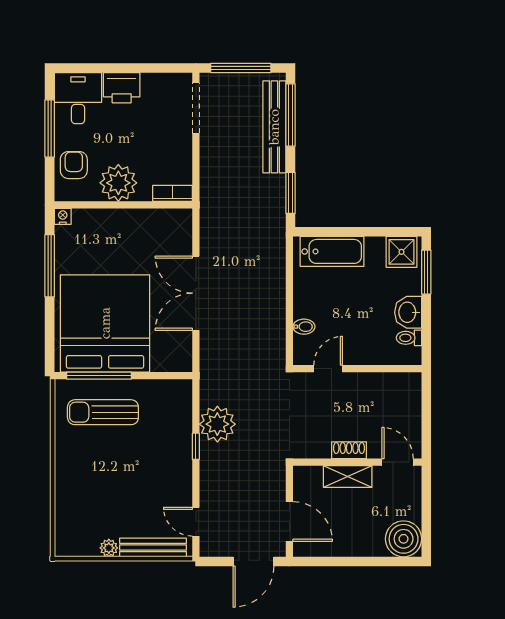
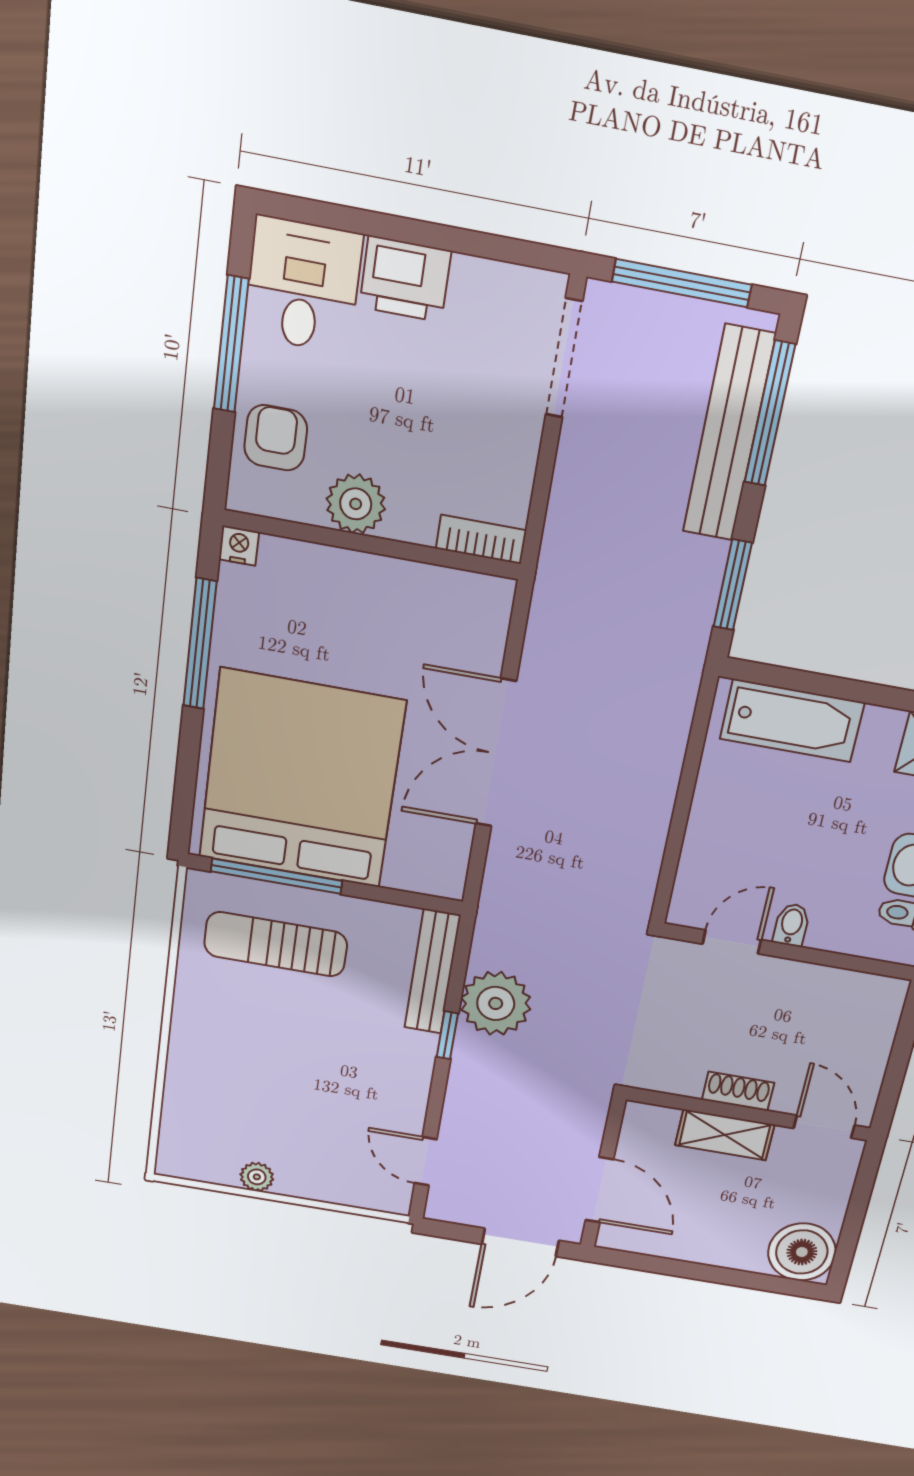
plant: (118, 183) -> (356, 504), width x0.73, depth x0.73
bidet: (304, 327) -> (791, 925), moved, turned -90
bench: (153, 547) -> (432, 972), moved, turned 90

